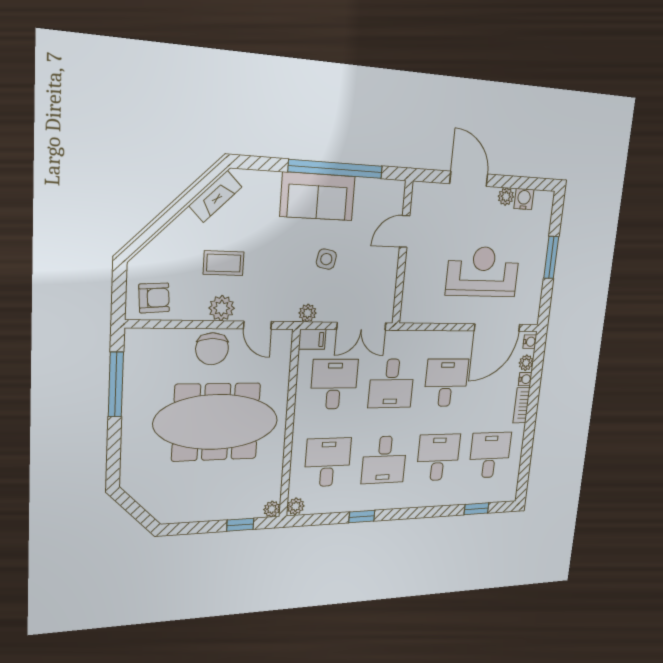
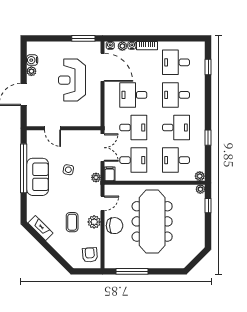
window: (551, 257) -> (83, 38), moved
desk: (334, 384) -> (133, 160), turned 180

